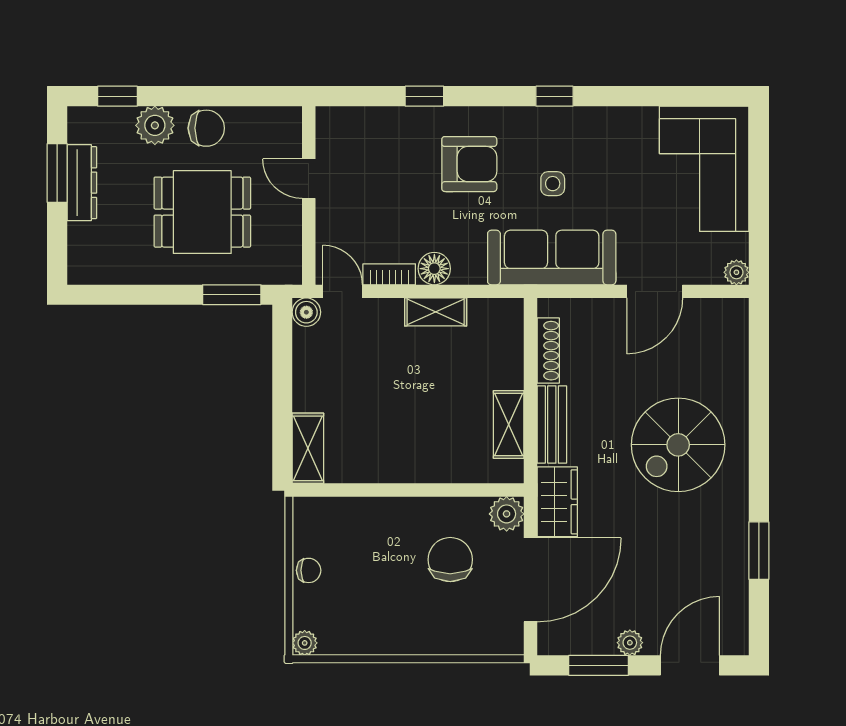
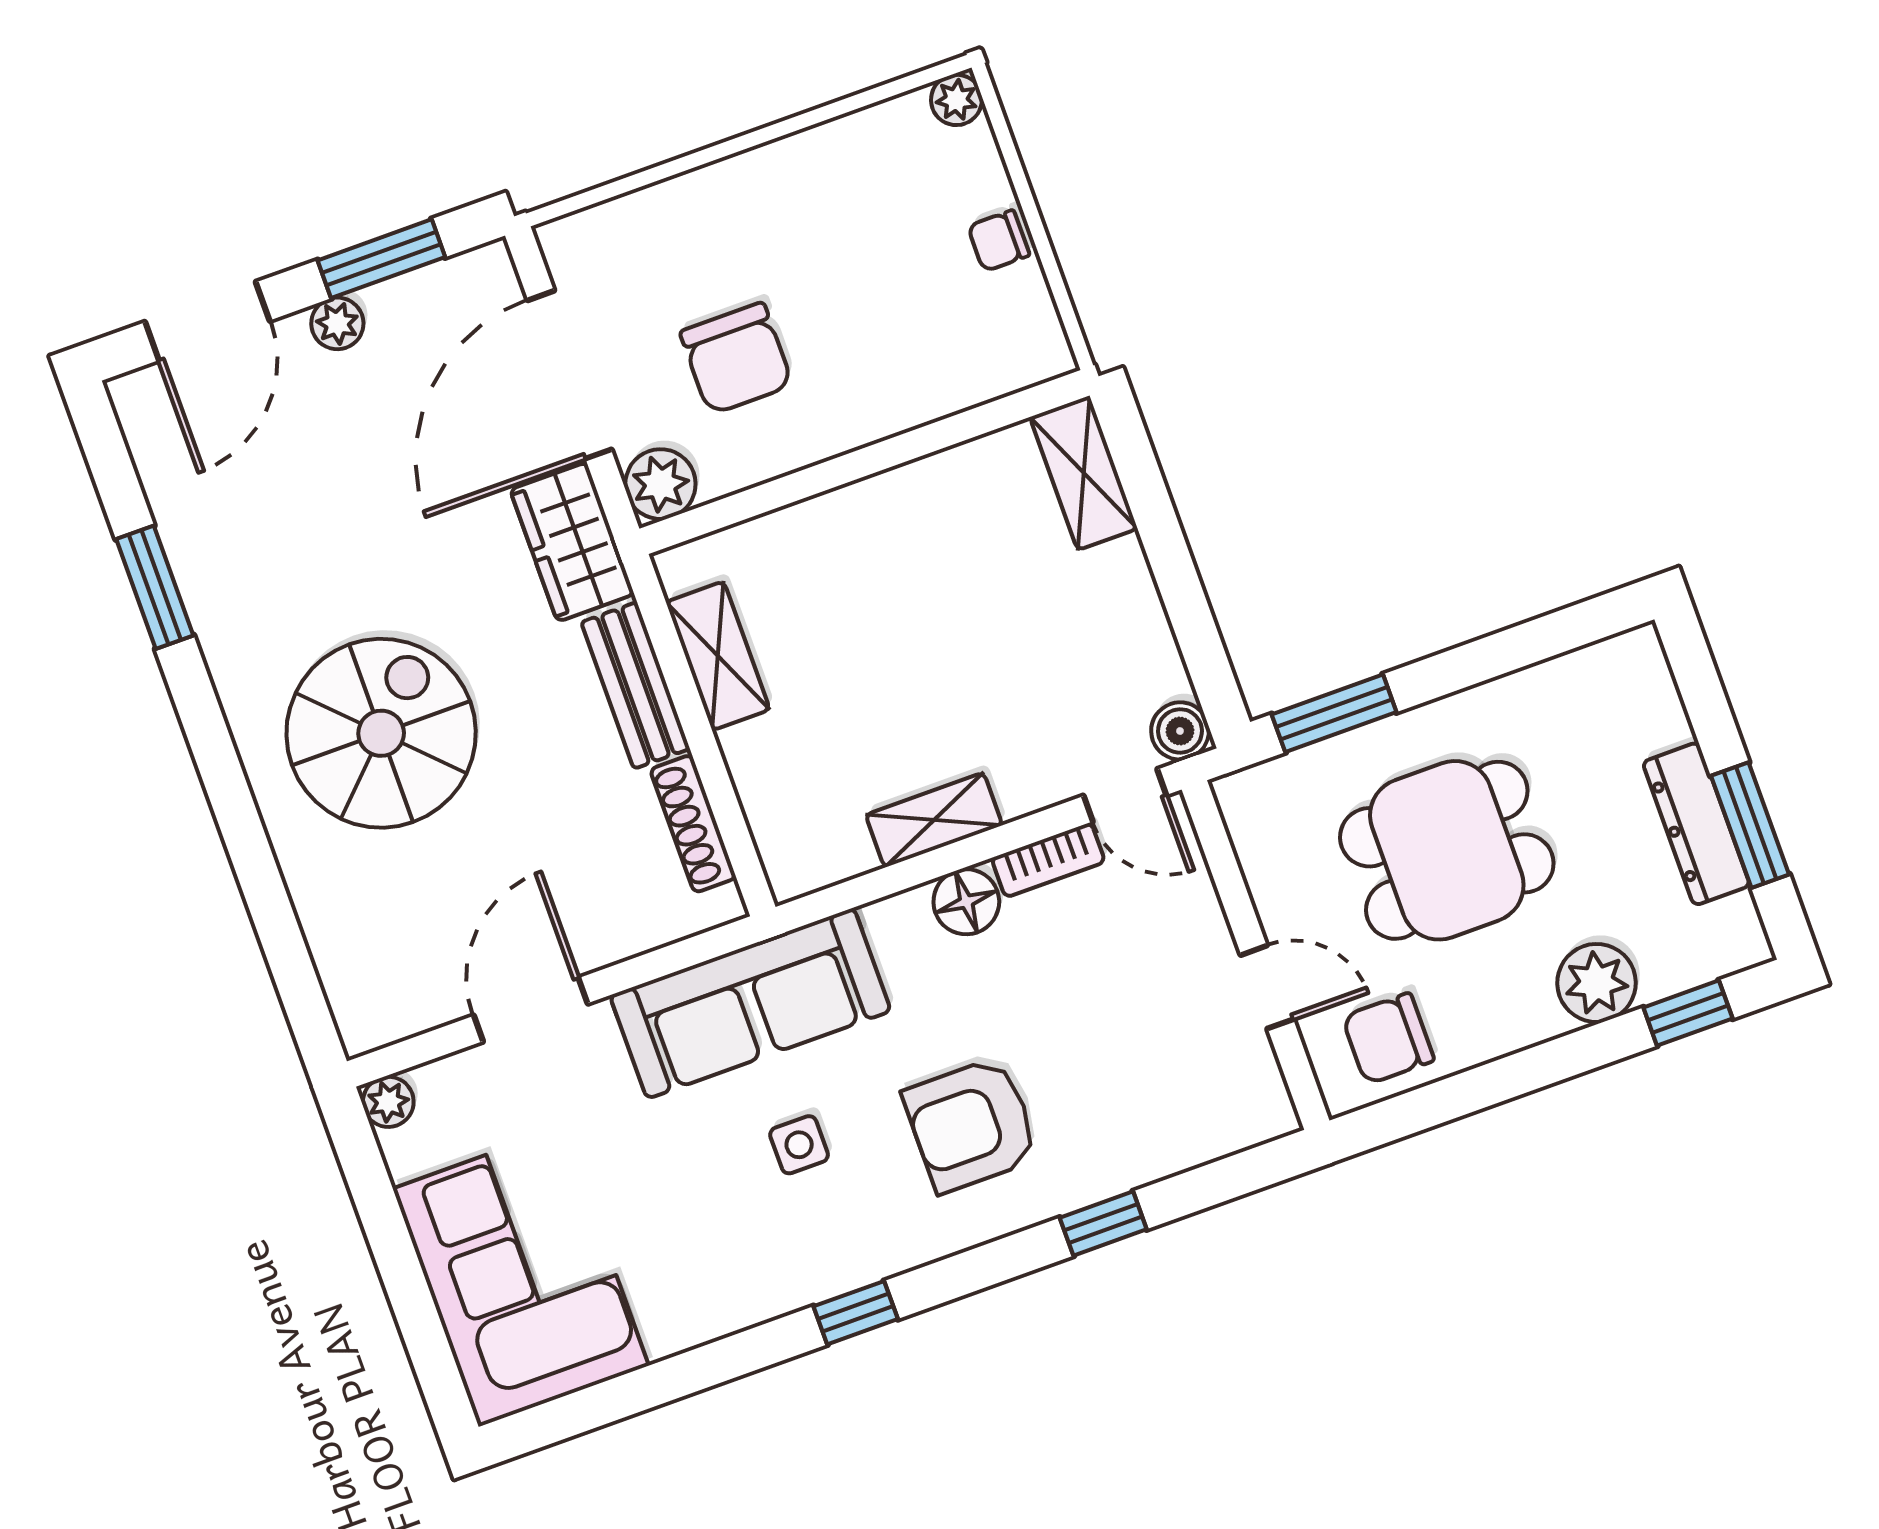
chair: (206, 128) -> (1388, 1039), moved

